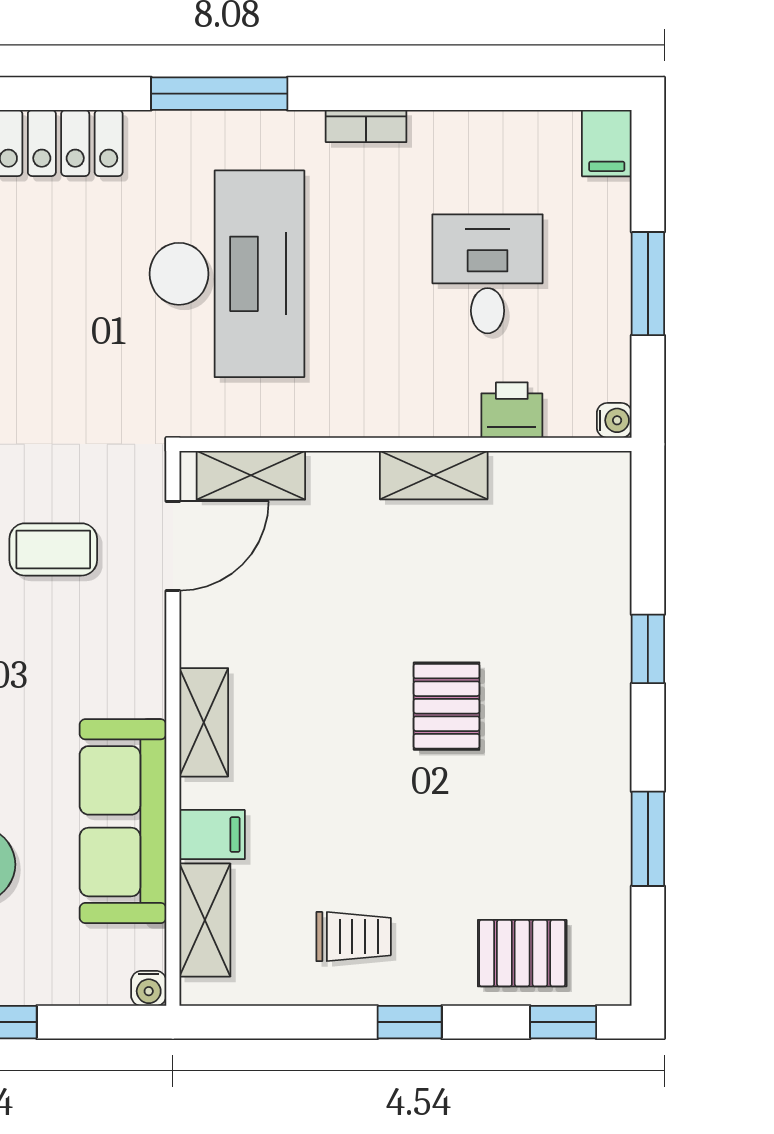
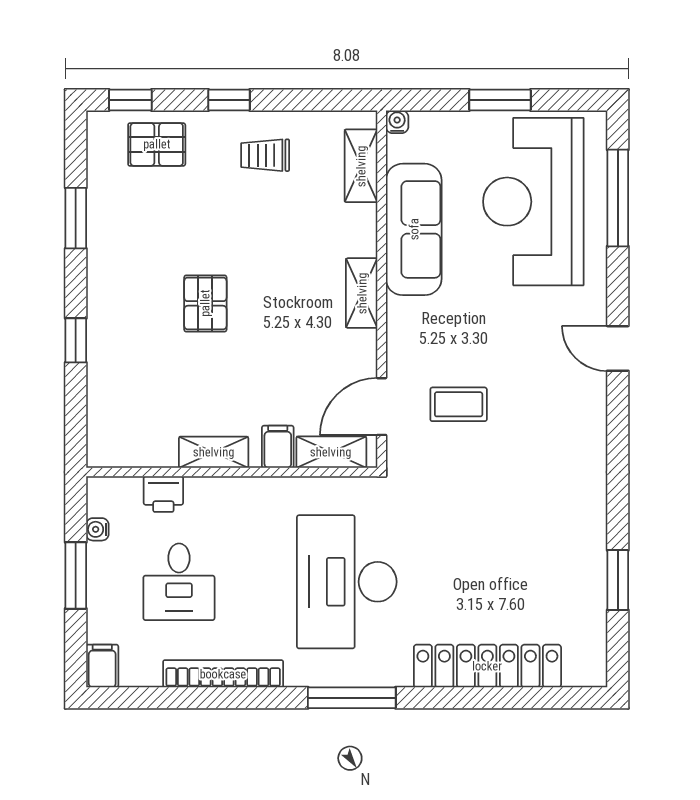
bookcase: (366, 126) -> (223, 674), width x2.31, depth x1.31
water cooler: (614, 420) -> (97, 529), moved
filing cabinet: (212, 835) -> (278, 447), moved, turned 90

